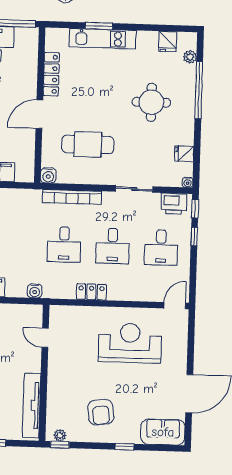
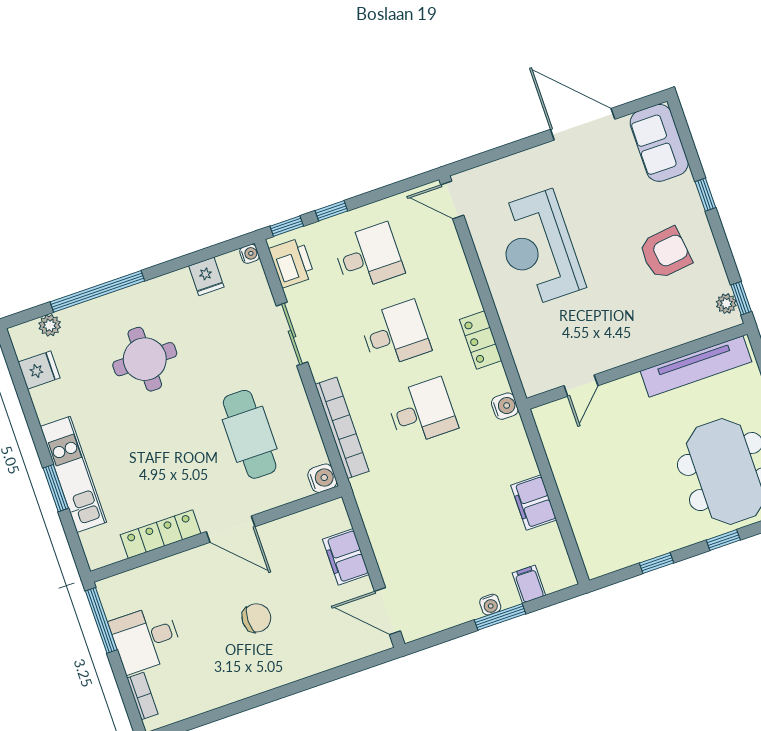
water cooler: (35, 291) -> (505, 406), moved

